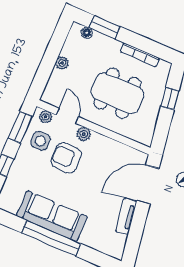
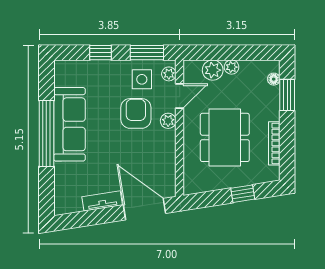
plant: (58, 80) -> (213, 70), added

